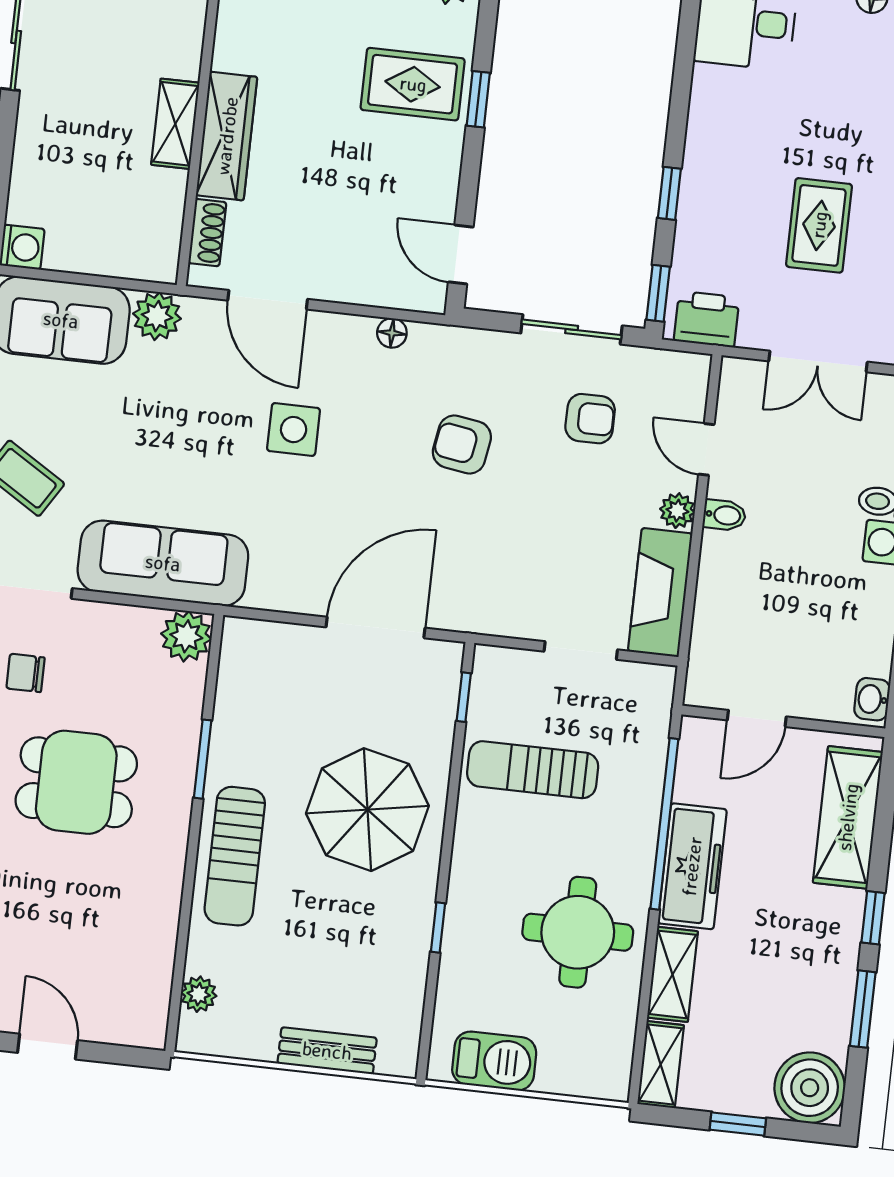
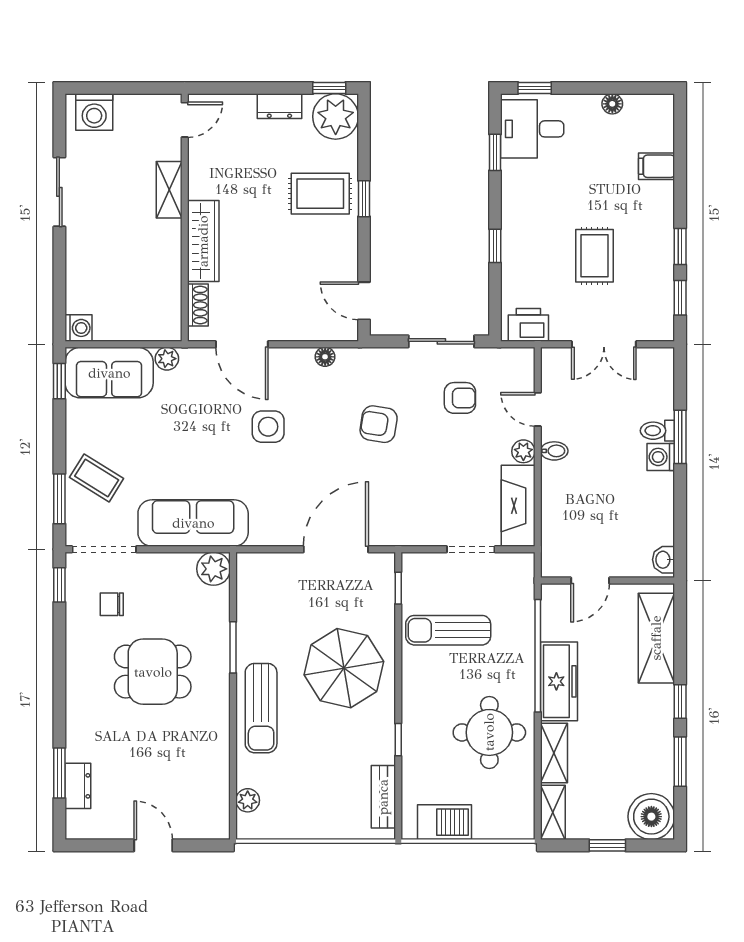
shelving: (175, 124) -> (169, 190), moved
window: (658, 293) -> (495, 152), moved
plant: (157, 316) -> (167, 359), width x0.73, depth x0.73
bench: (327, 1051) -> (383, 797), moved, turned 90

